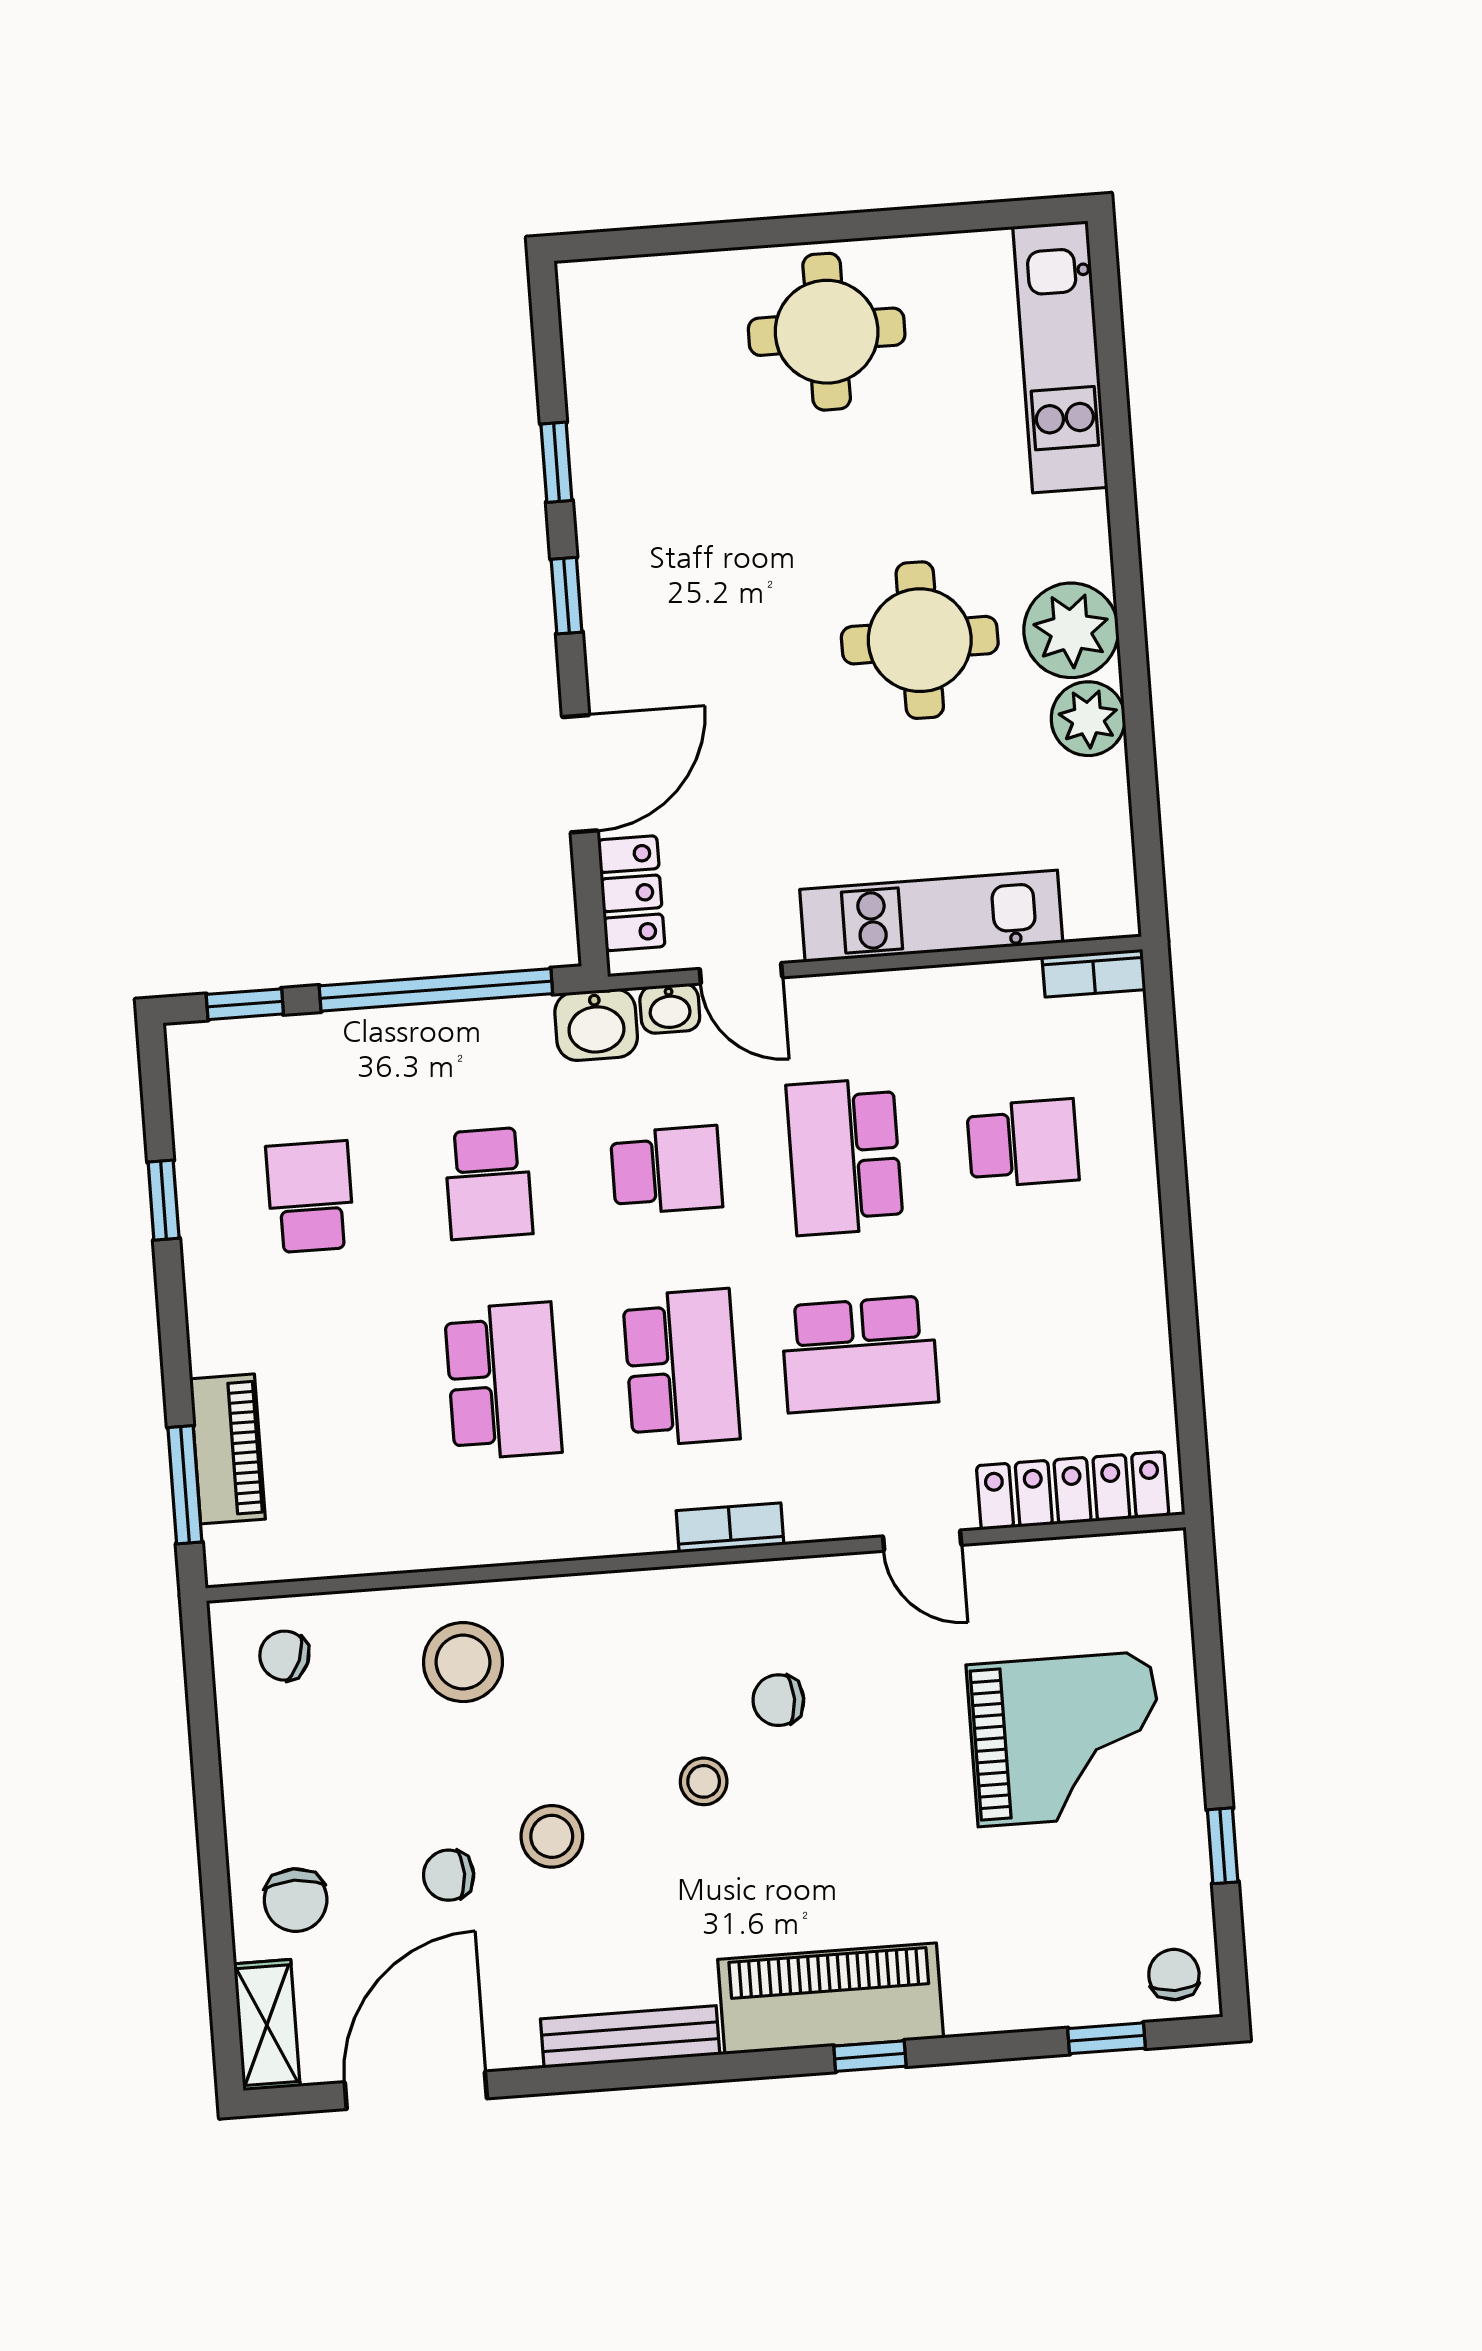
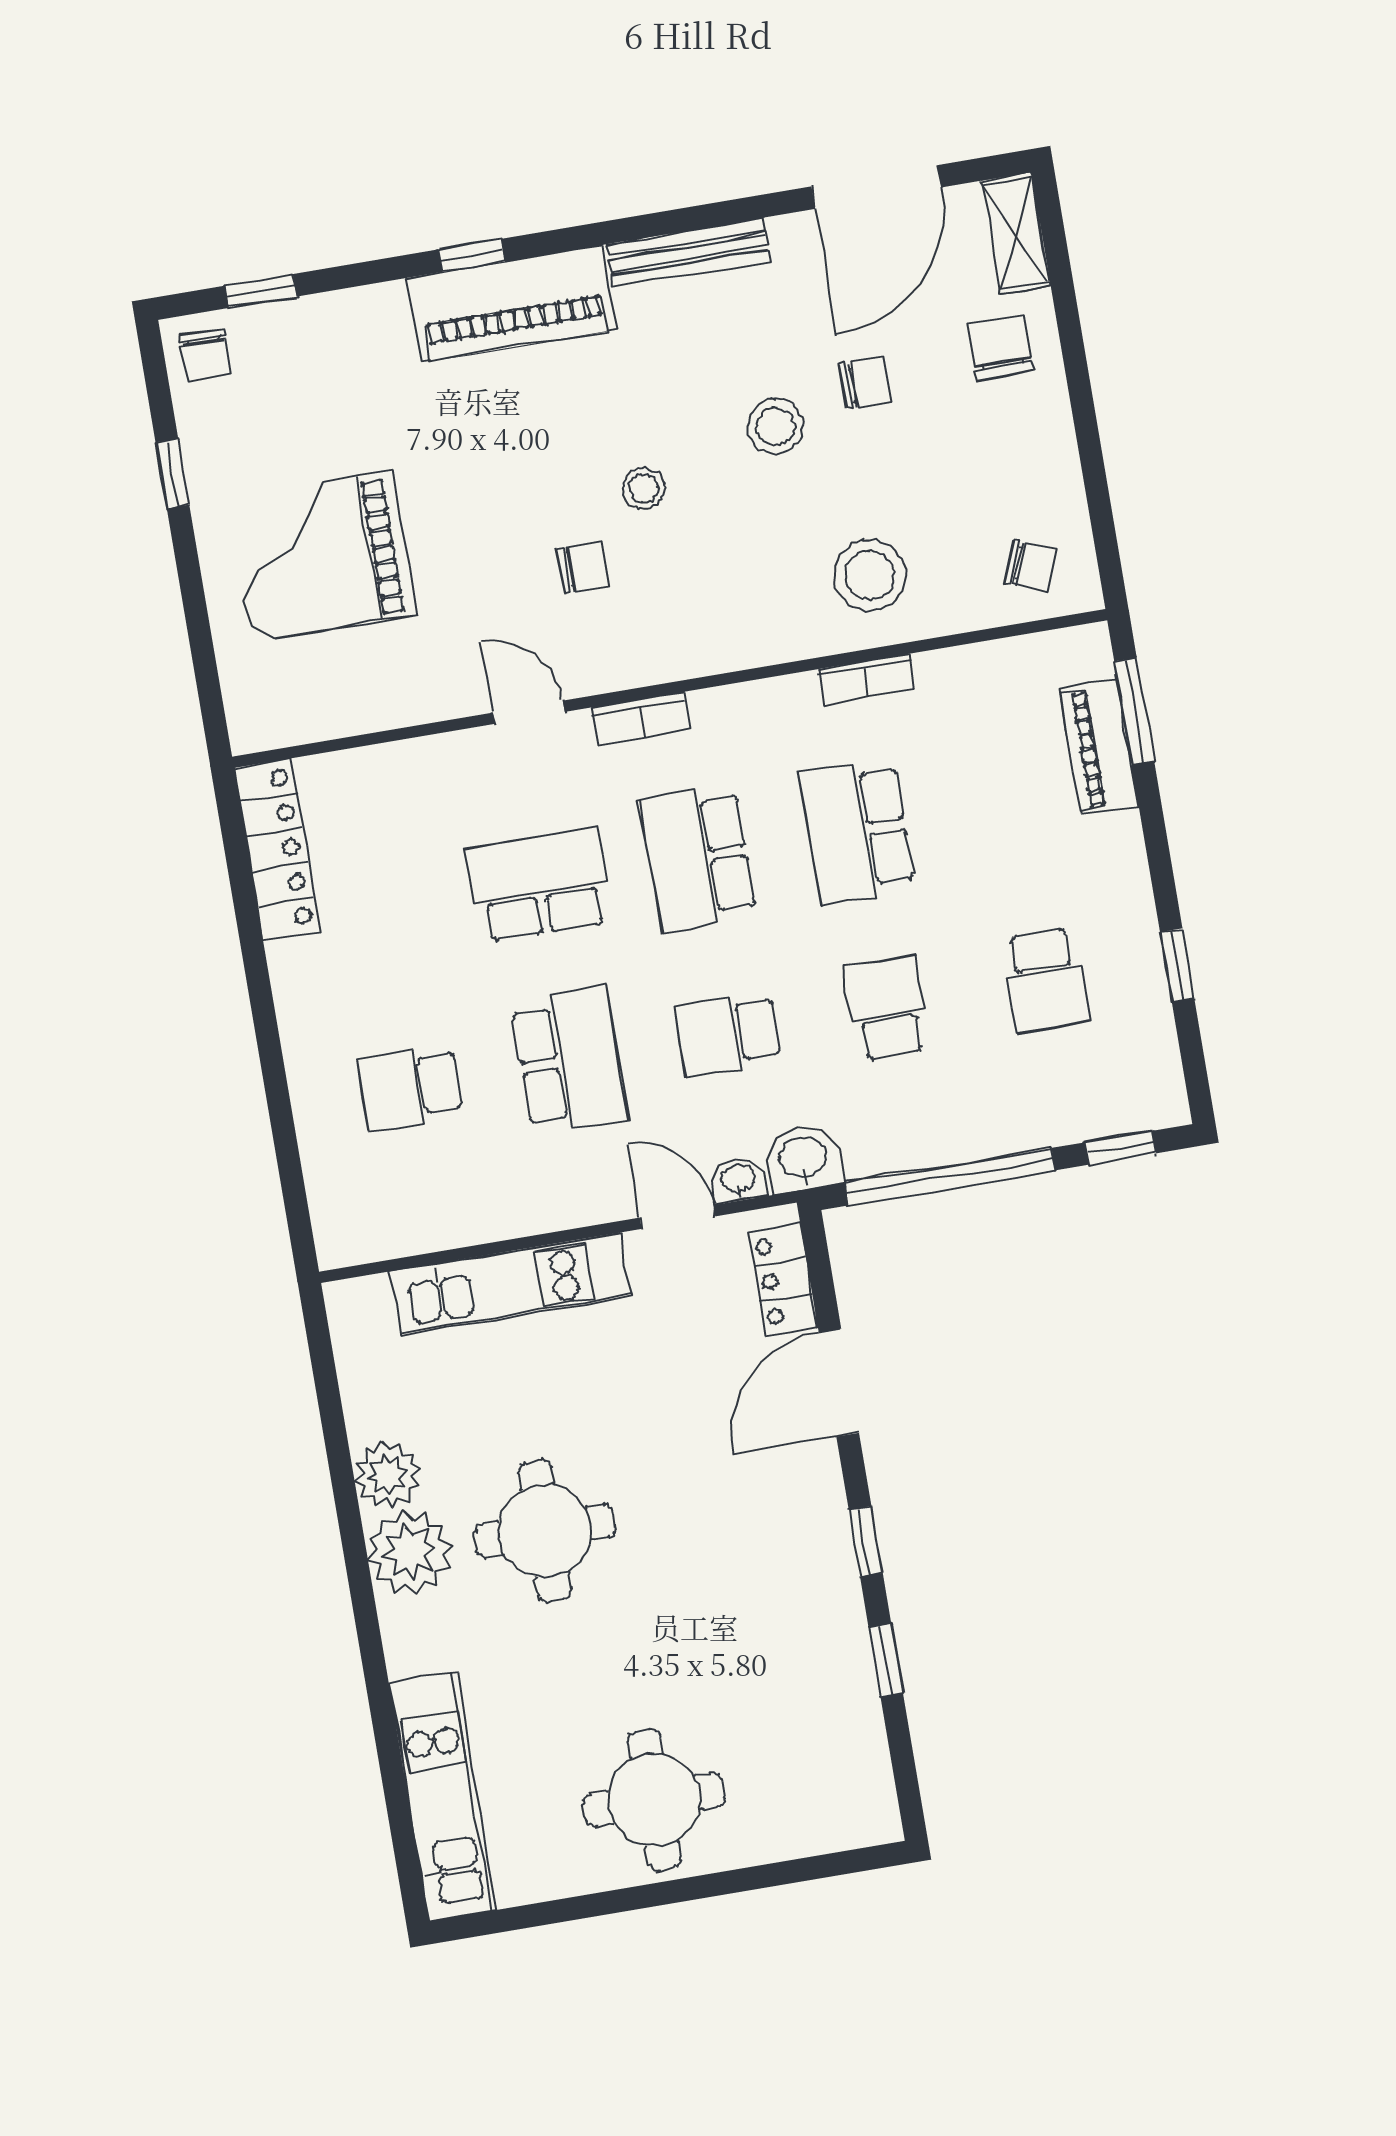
bookcase: (1094, 973) -> (866, 679), moved, turned 180
locker: (1073, 1491) -> (277, 850), moved, turned -90
door: (922, 1541) -> (529, 712), moved

